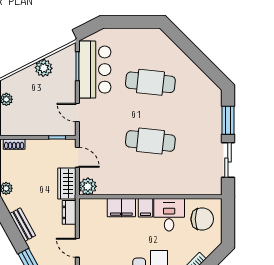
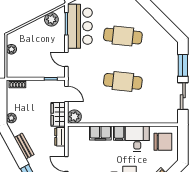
plant: (44, 68) -> (51, 19), moved

